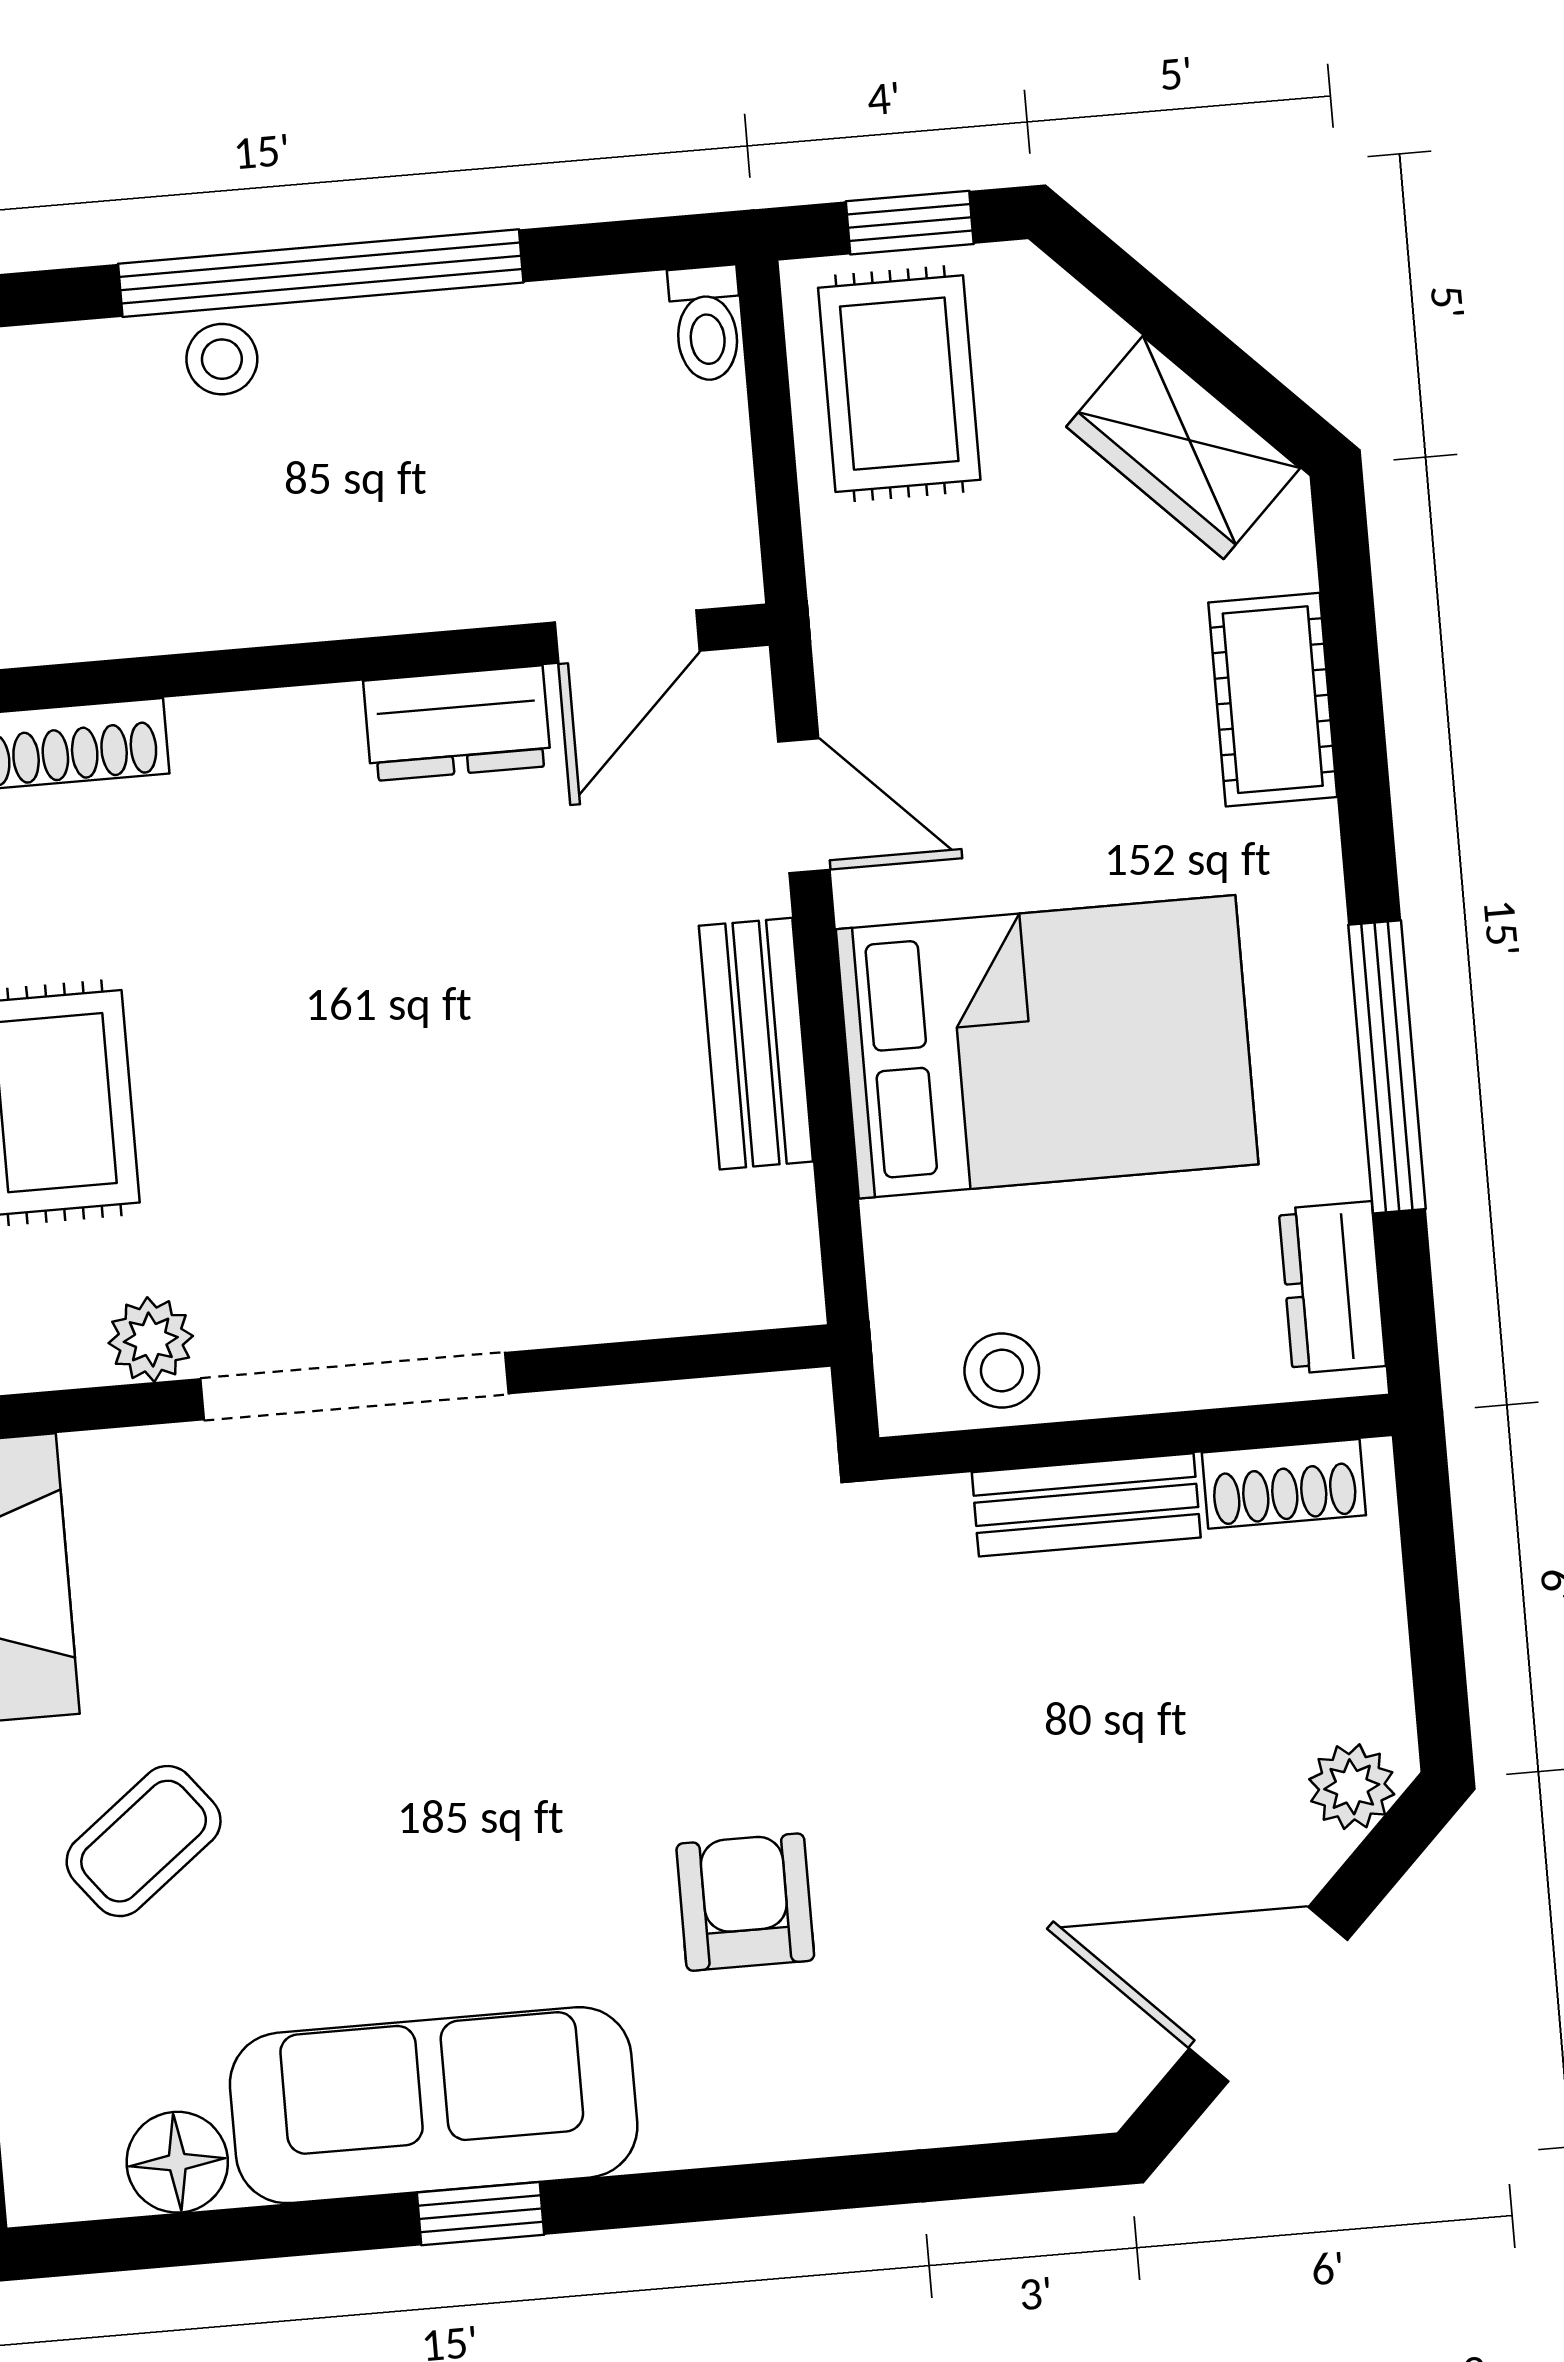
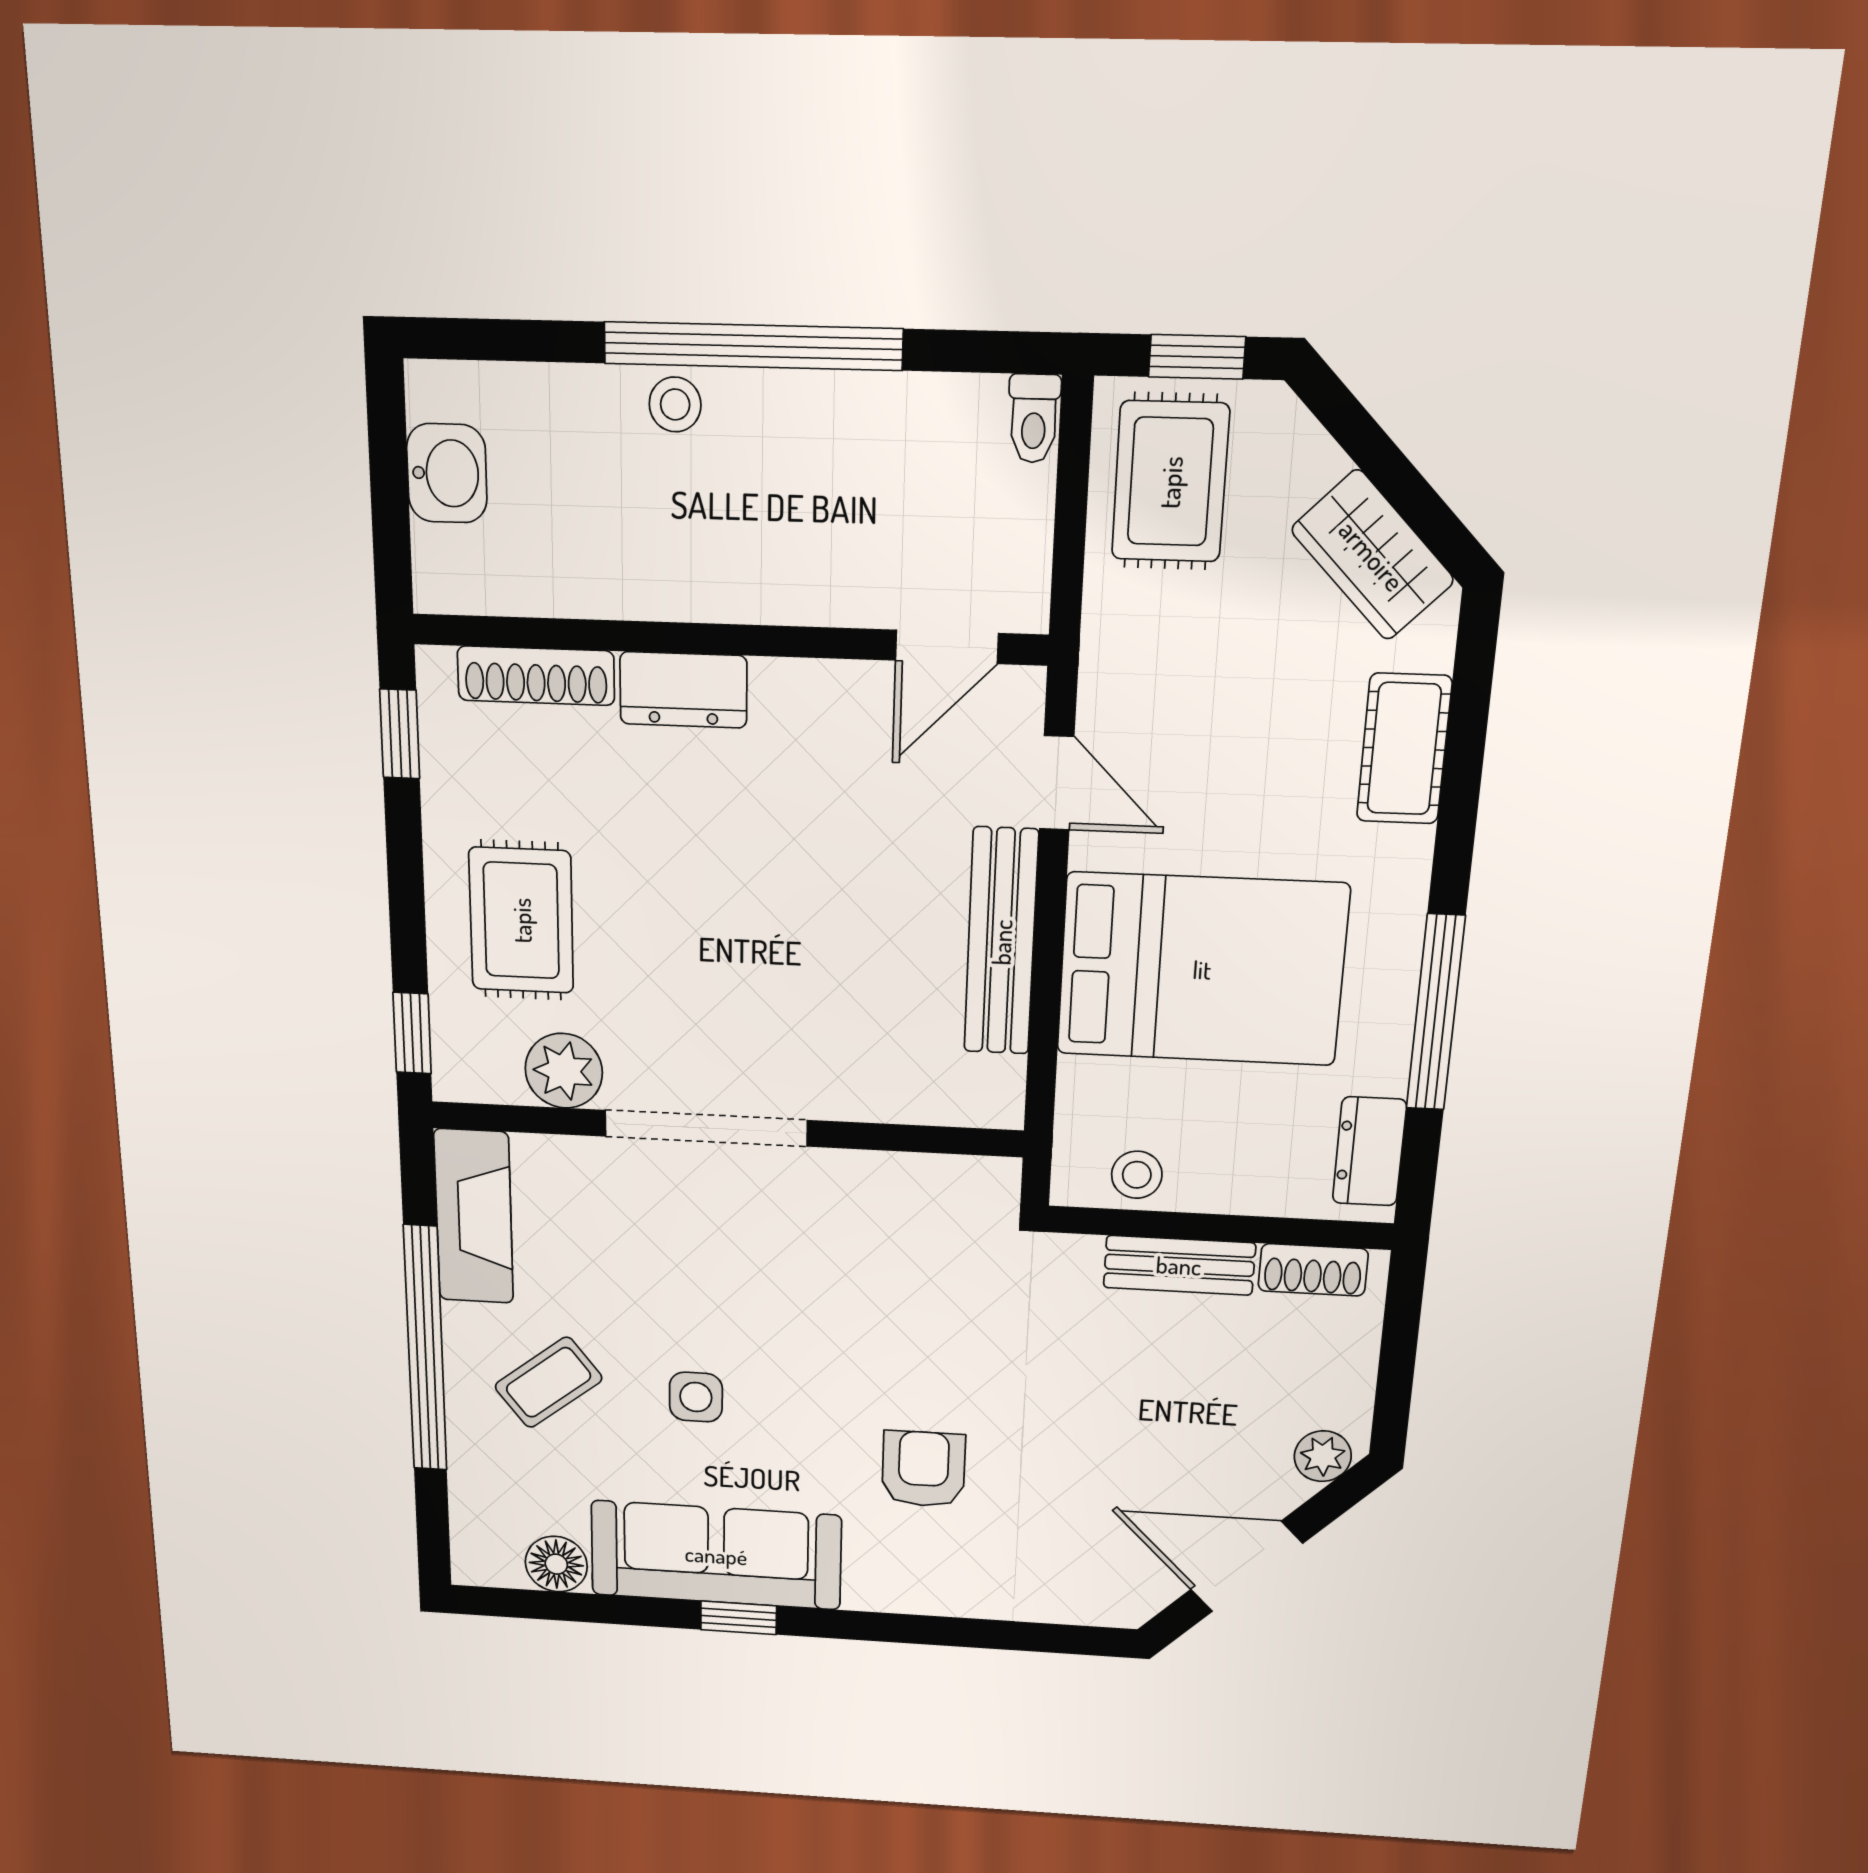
dresser: (457, 723) -> (683, 690), moved
bench: (756, 1044) -> (1001, 942), width x1.36
plant: (151, 1340) -> (564, 1071), width x1.38, depth x1.38
side table: (377, 1832) -> (696, 1397), added

